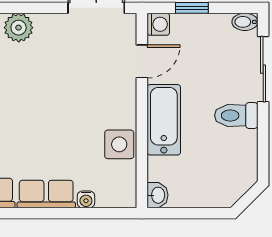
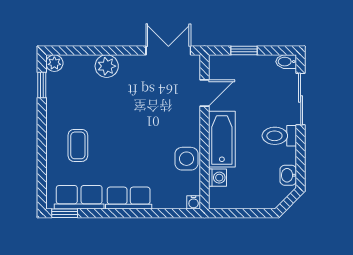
washing machine: (158, 24) -> (218, 178), moved
washbasin: (157, 195) -> (288, 175), moved, turned 180
water cooler: (86, 199) -> (194, 202), moved

